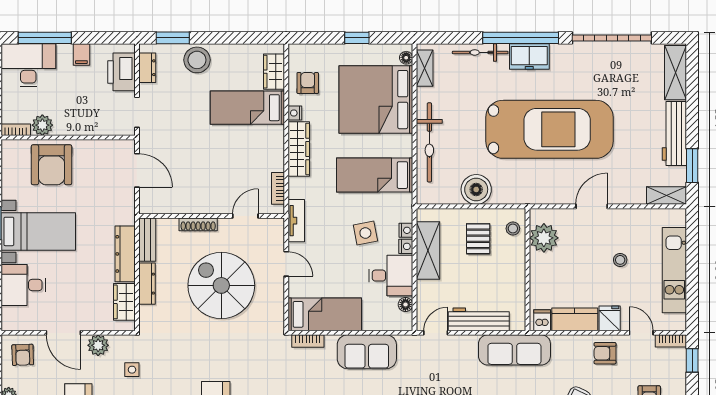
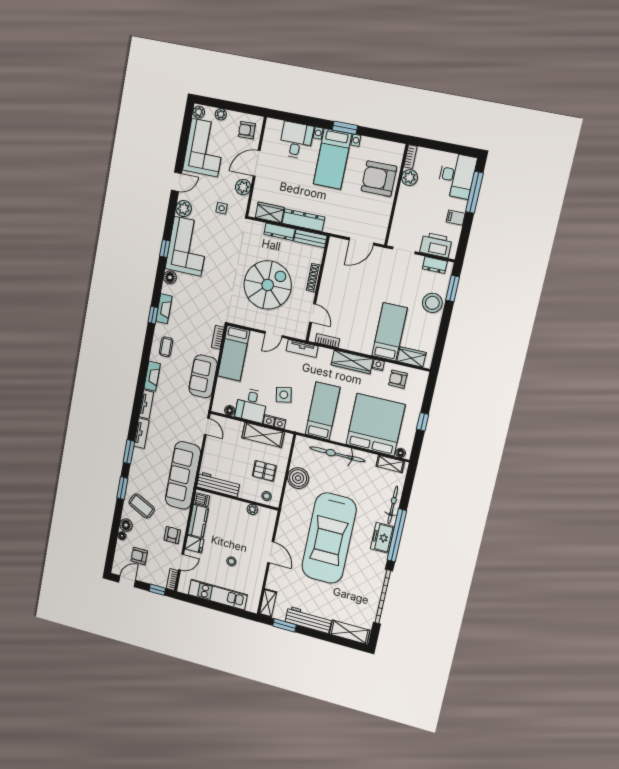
armchair: (308, 83) -> (398, 379), turned 180
plant: (544, 238) -> (252, 509), width x0.53, depth x0.53
workbench: (479, 319) -> (218, 484), moved, turned -90
sofa: (514, 350) -> (183, 475), width x1.36, depth x1.27

